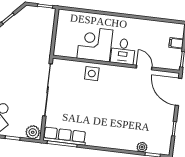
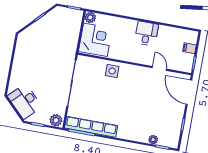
plant: (64, 16) -> (90, 18), added
corner desk: (95, 44) -> (95, 40), moved, turned 90
desk: (123, 51) -> (146, 33), moved, turned 180
row of seats: (65, 136) -> (91, 127), width x1.36

